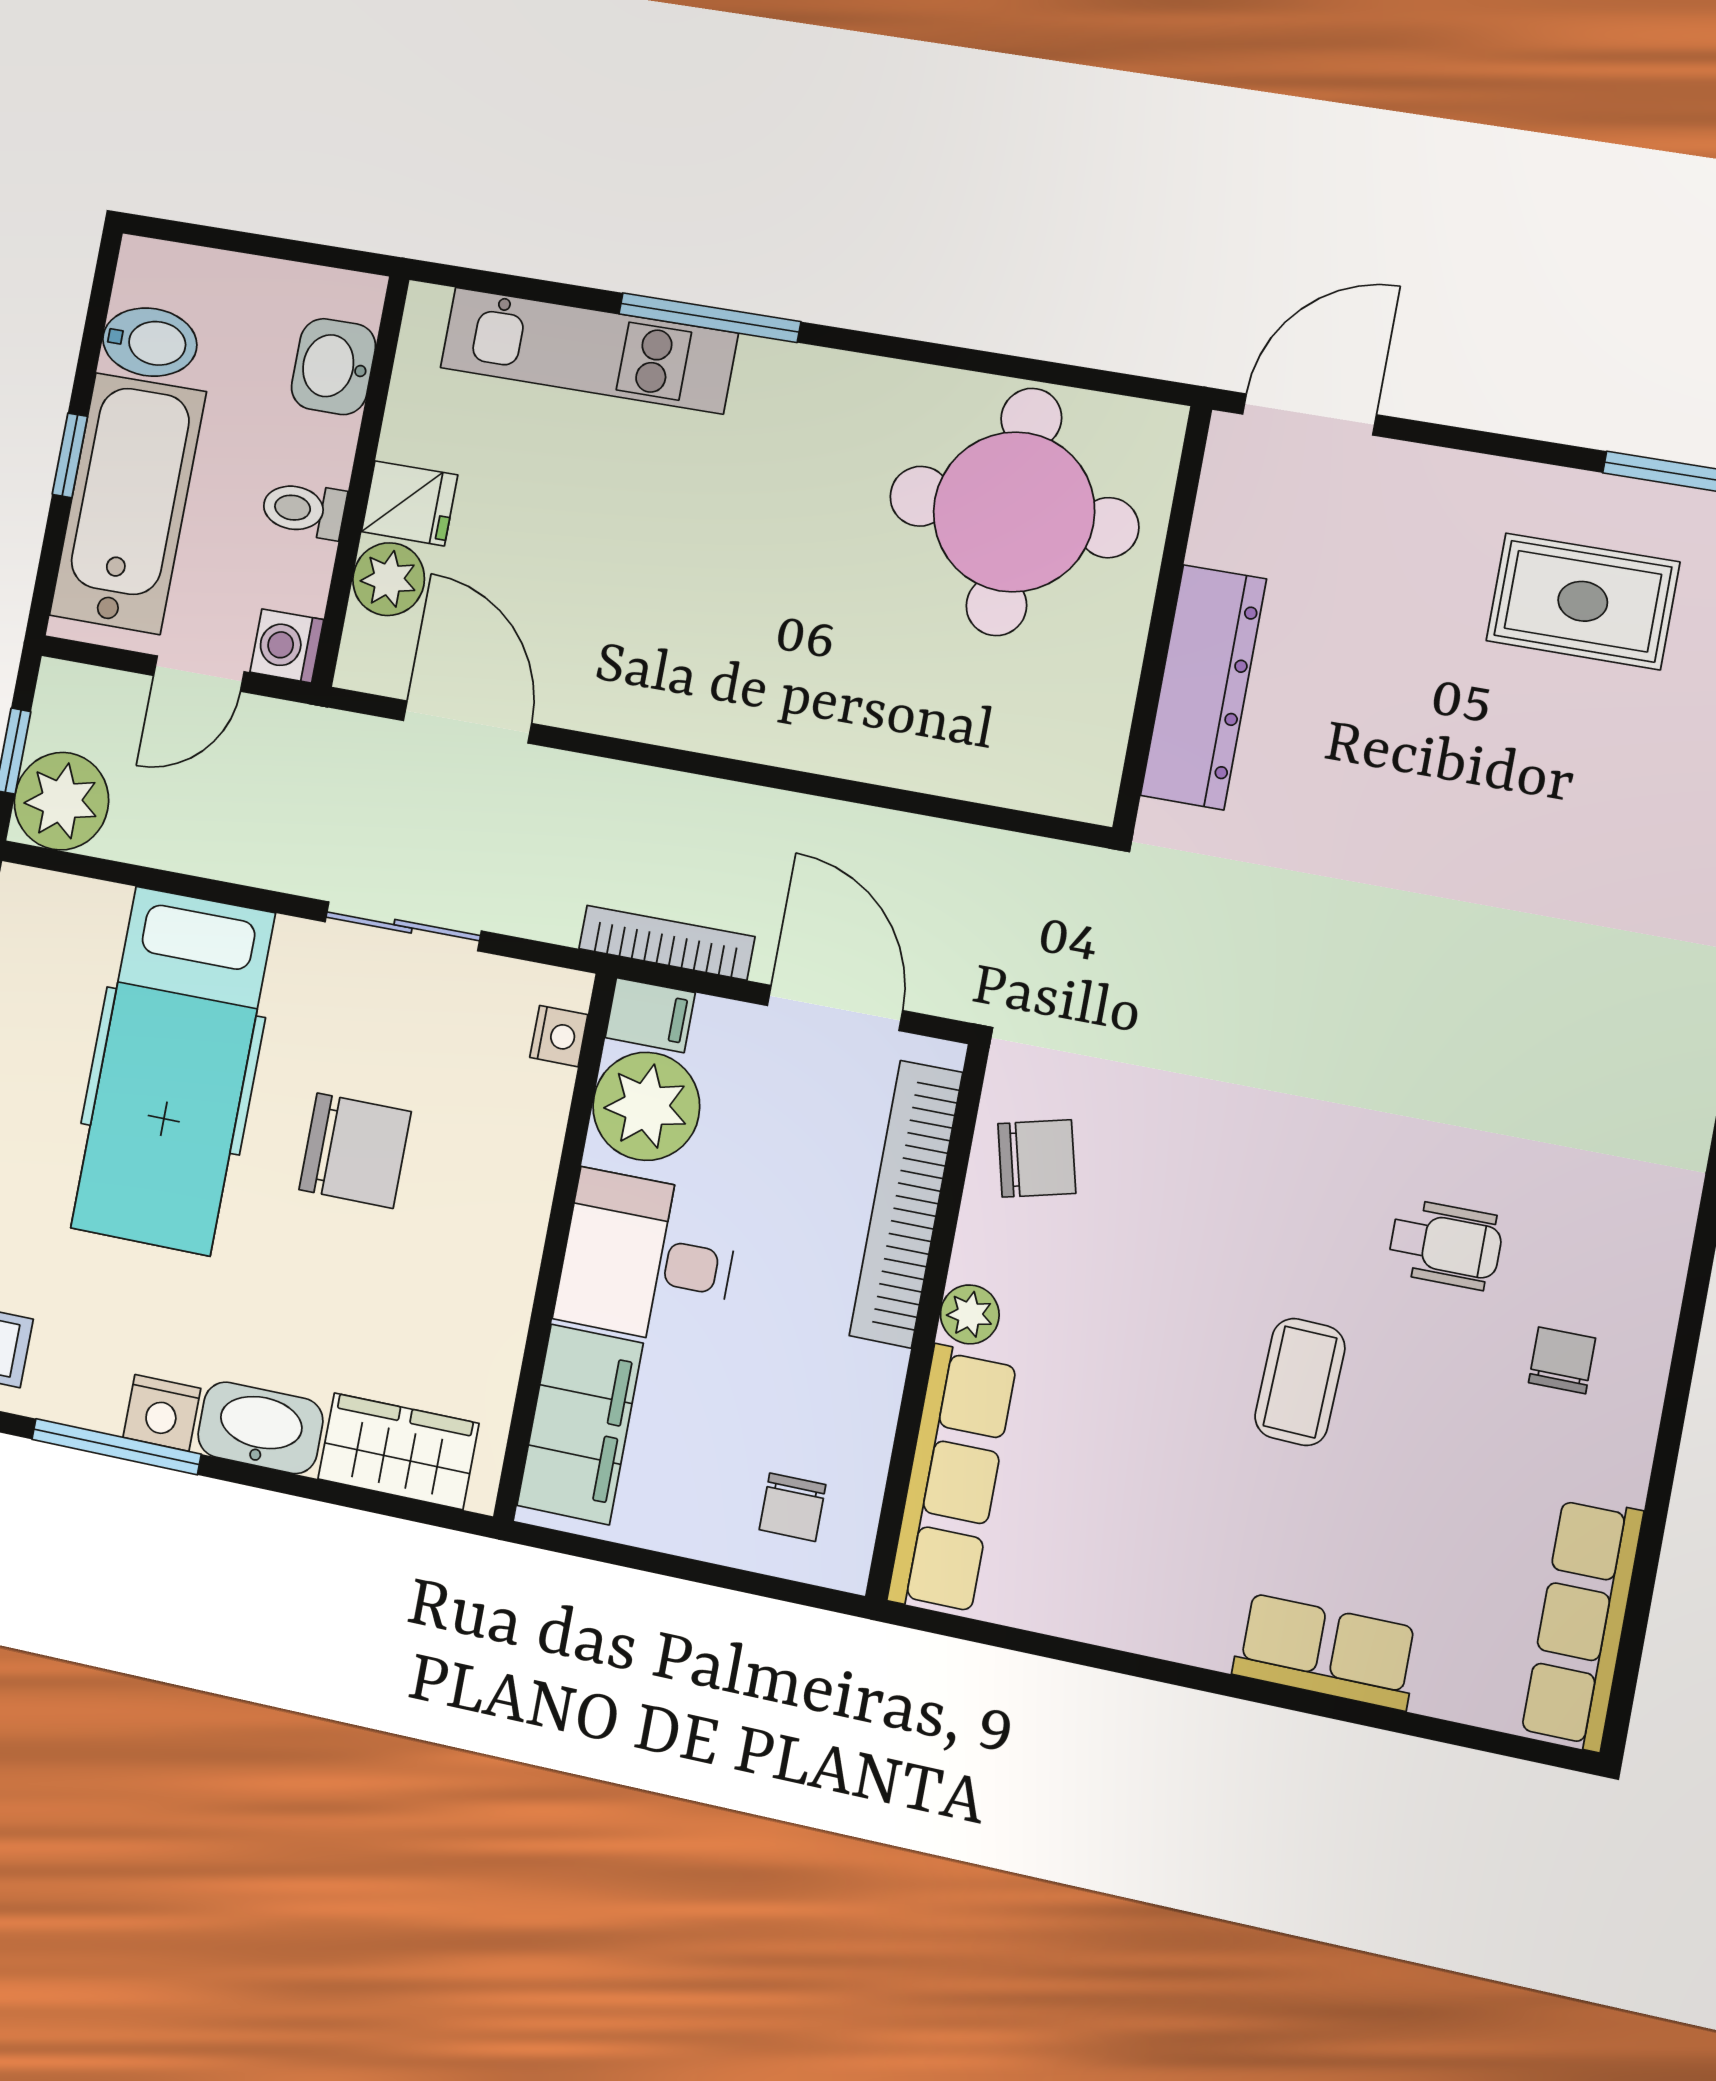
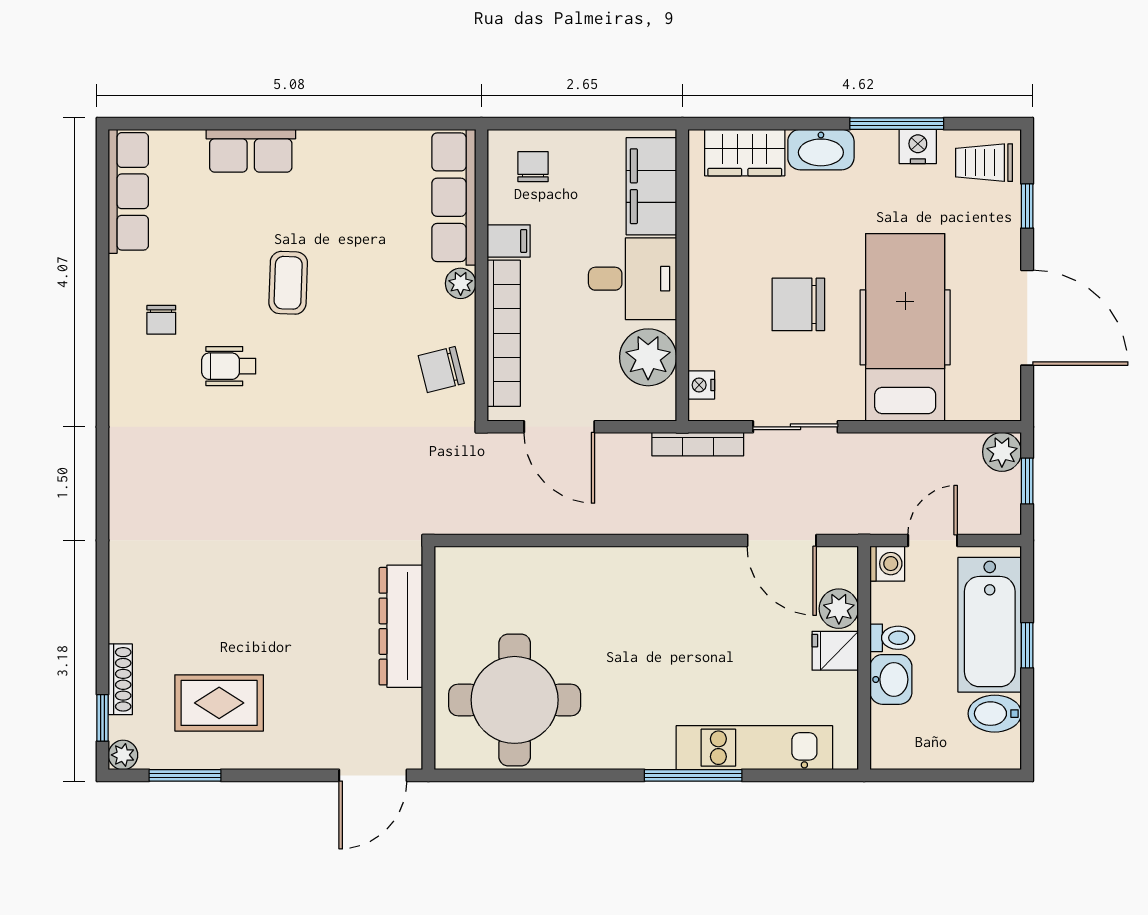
washbasin: (333, 367) -> (891, 679), moved
plant: (61, 801) -> (1002, 452), width x0.73, depth x0.73
bookcase: (667, 943) -> (698, 444), moved
filing cabinet: (650, 1015) -> (509, 241), moved, turned 180
nightstand: (162, 1413) -> (918, 146), moved

